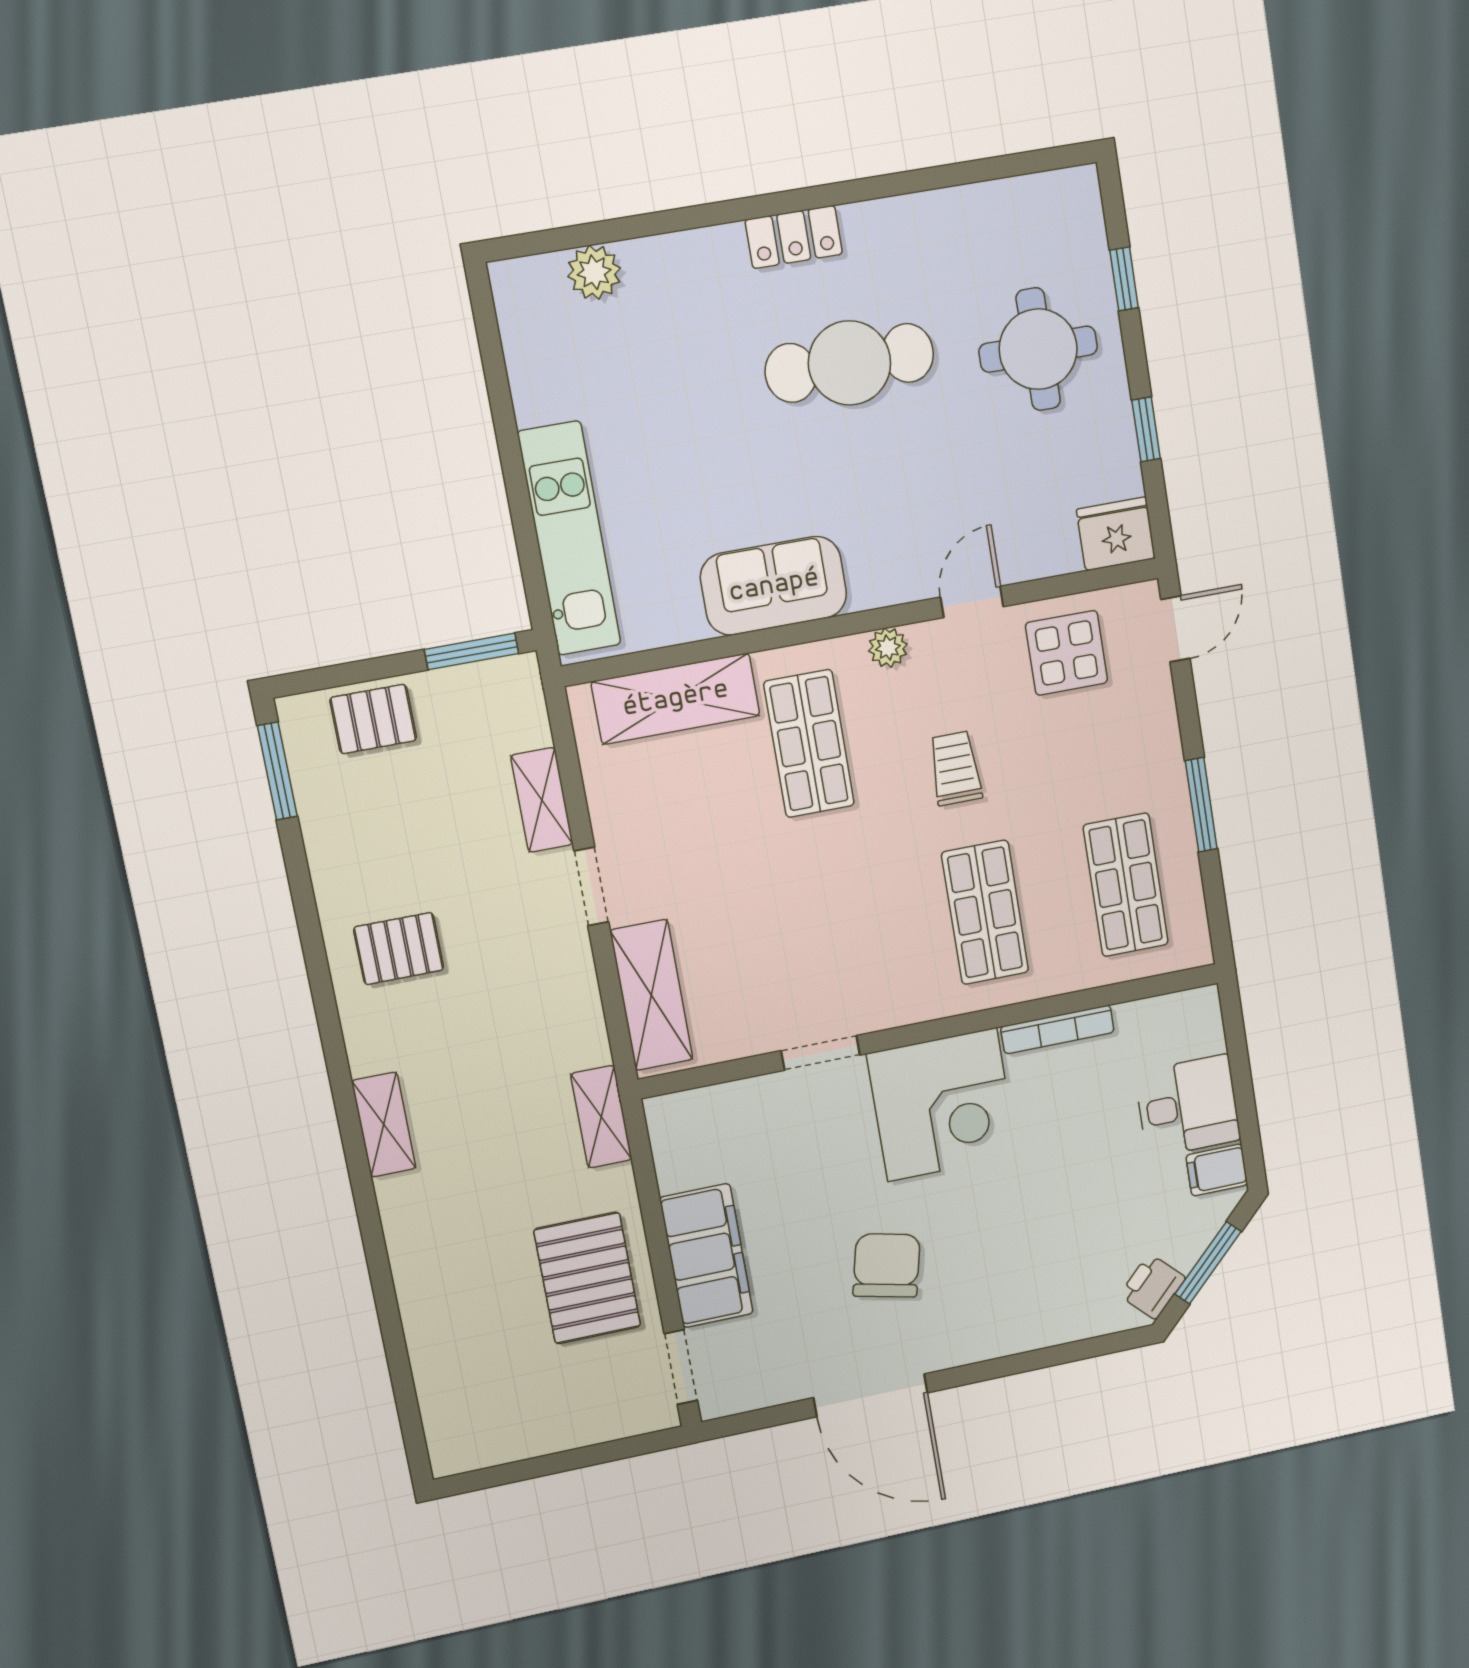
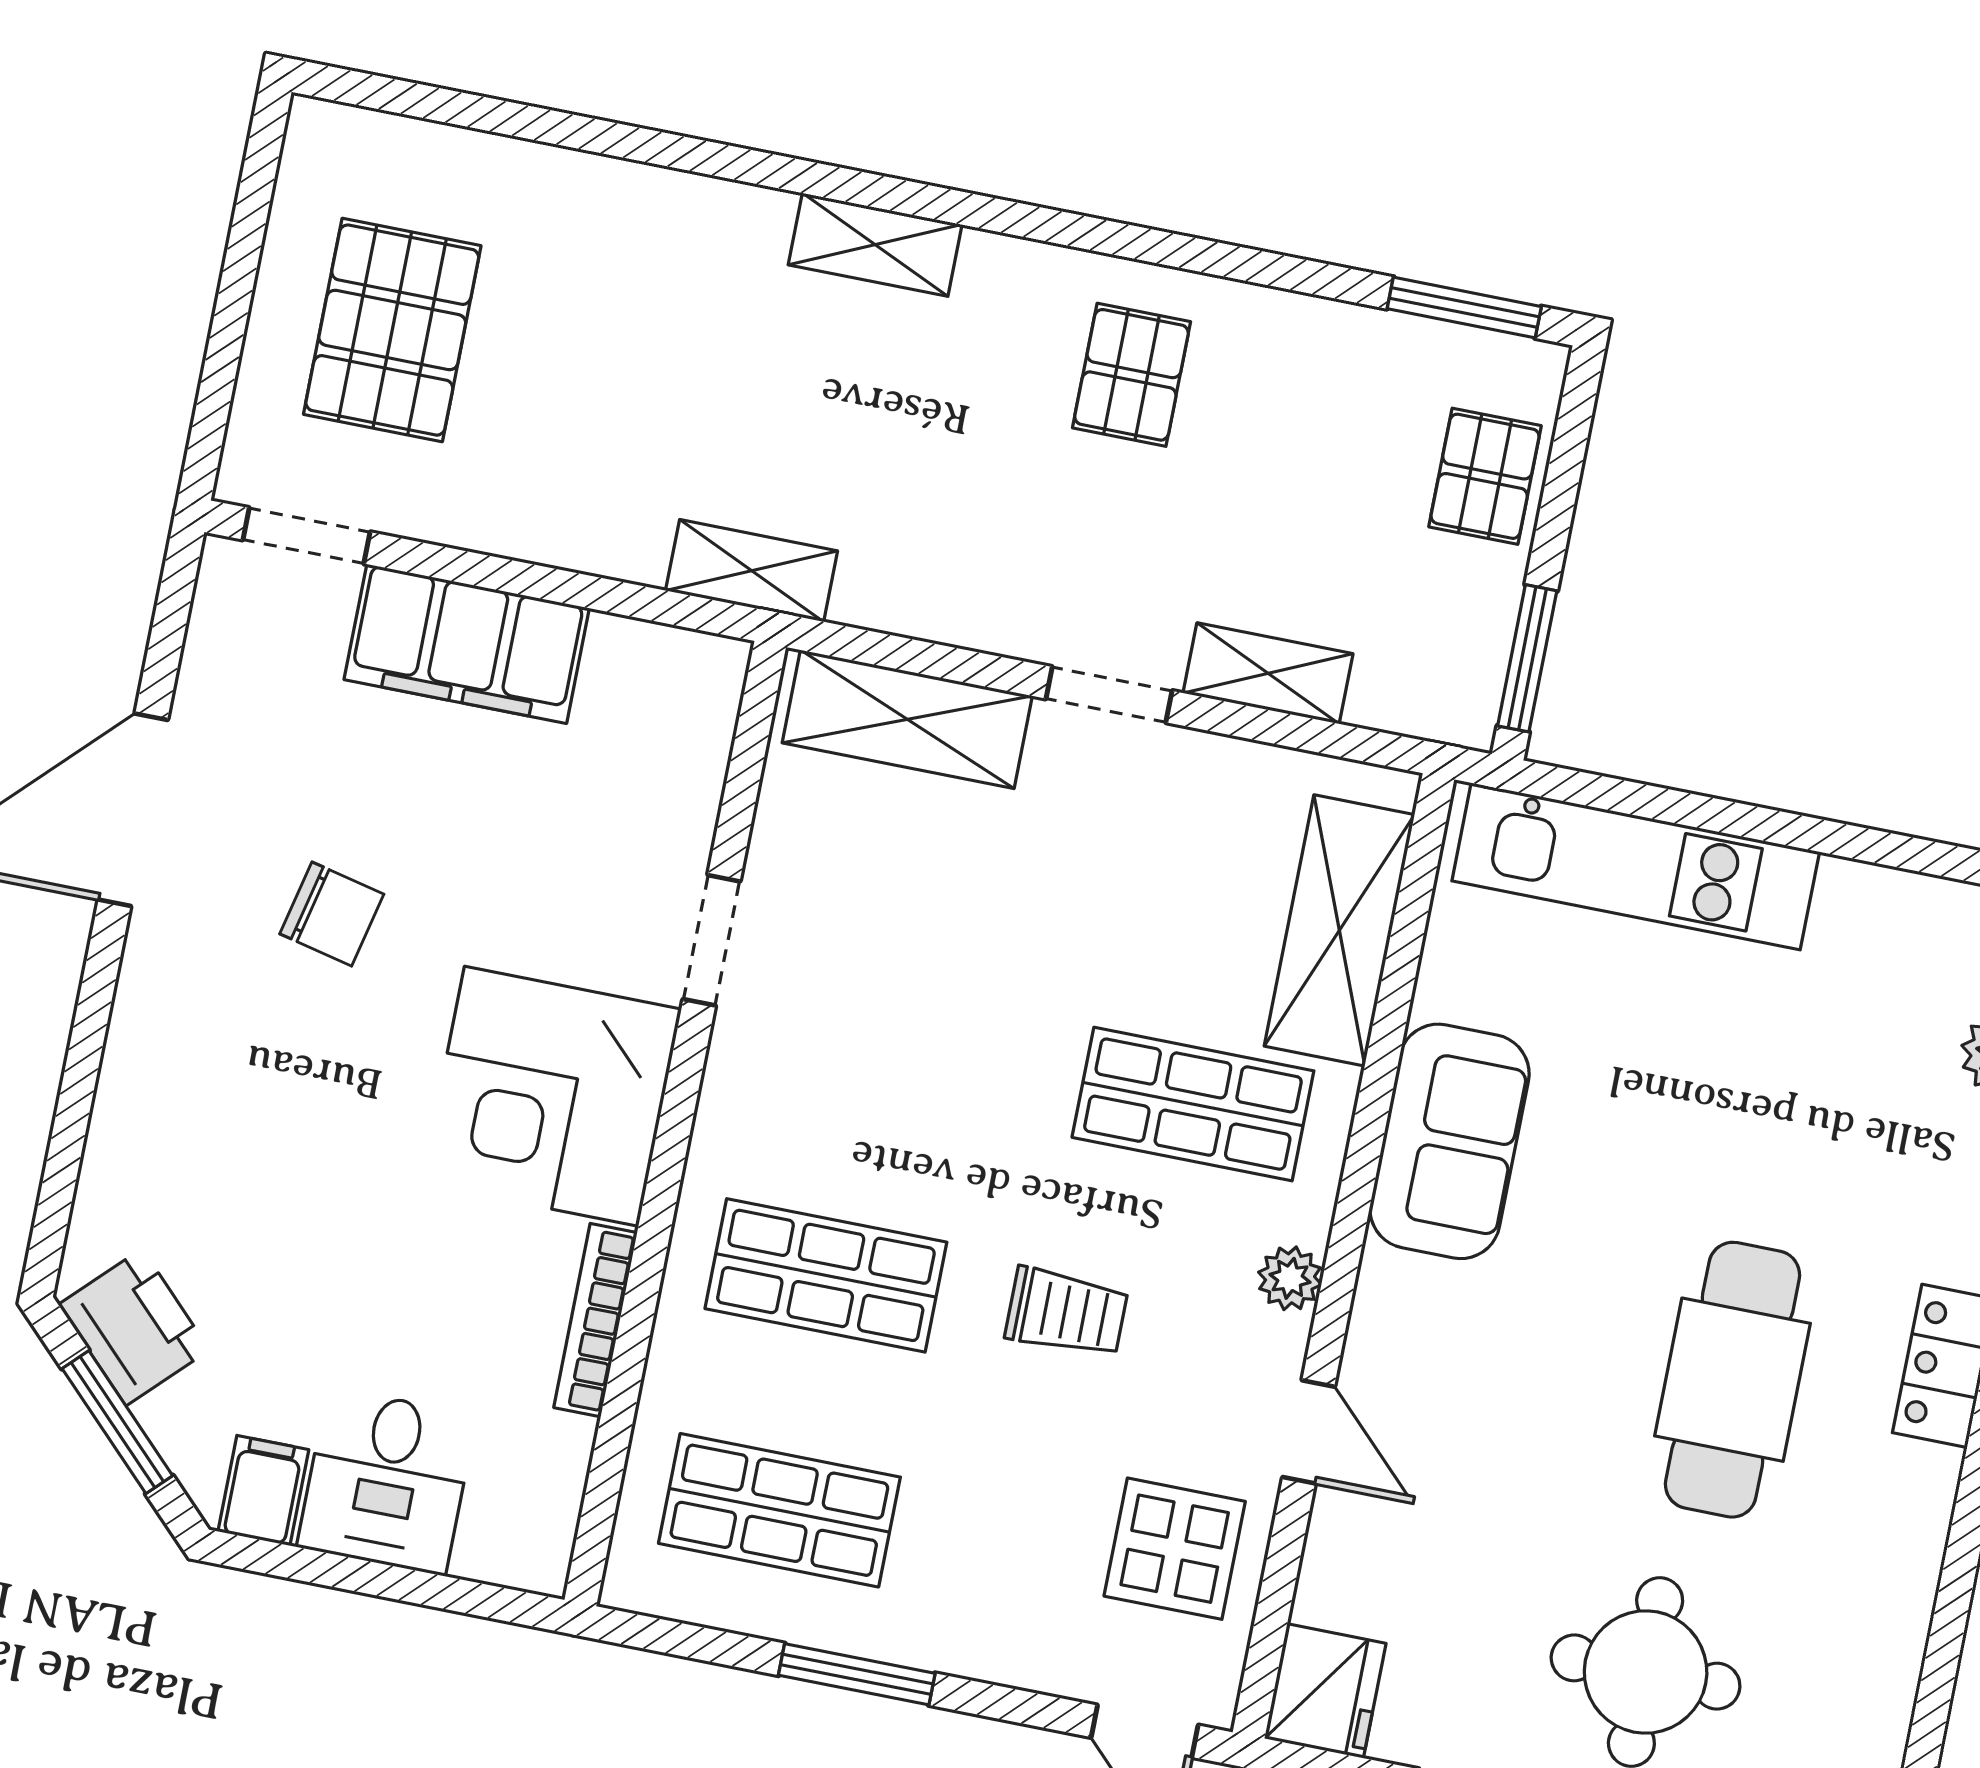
chair: (887, 1265) -> (332, 914), width x0.73, depth x0.73
pallet: (587, 1278) -> (392, 330), moved, turned 90
printer: (1152, 1287) -> (134, 1327), width x1.36, depth x1.24

